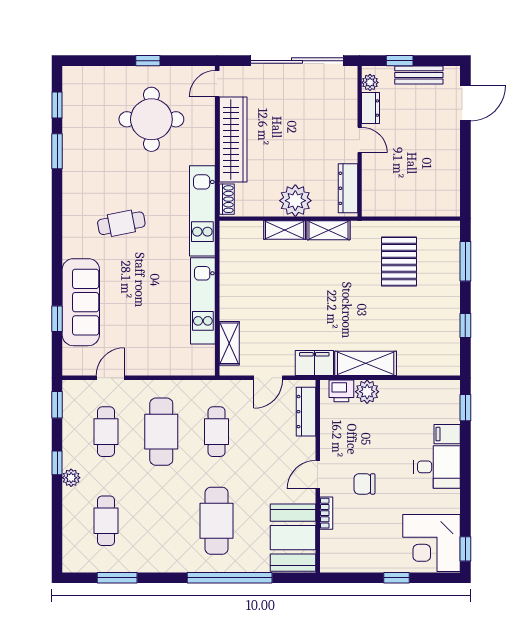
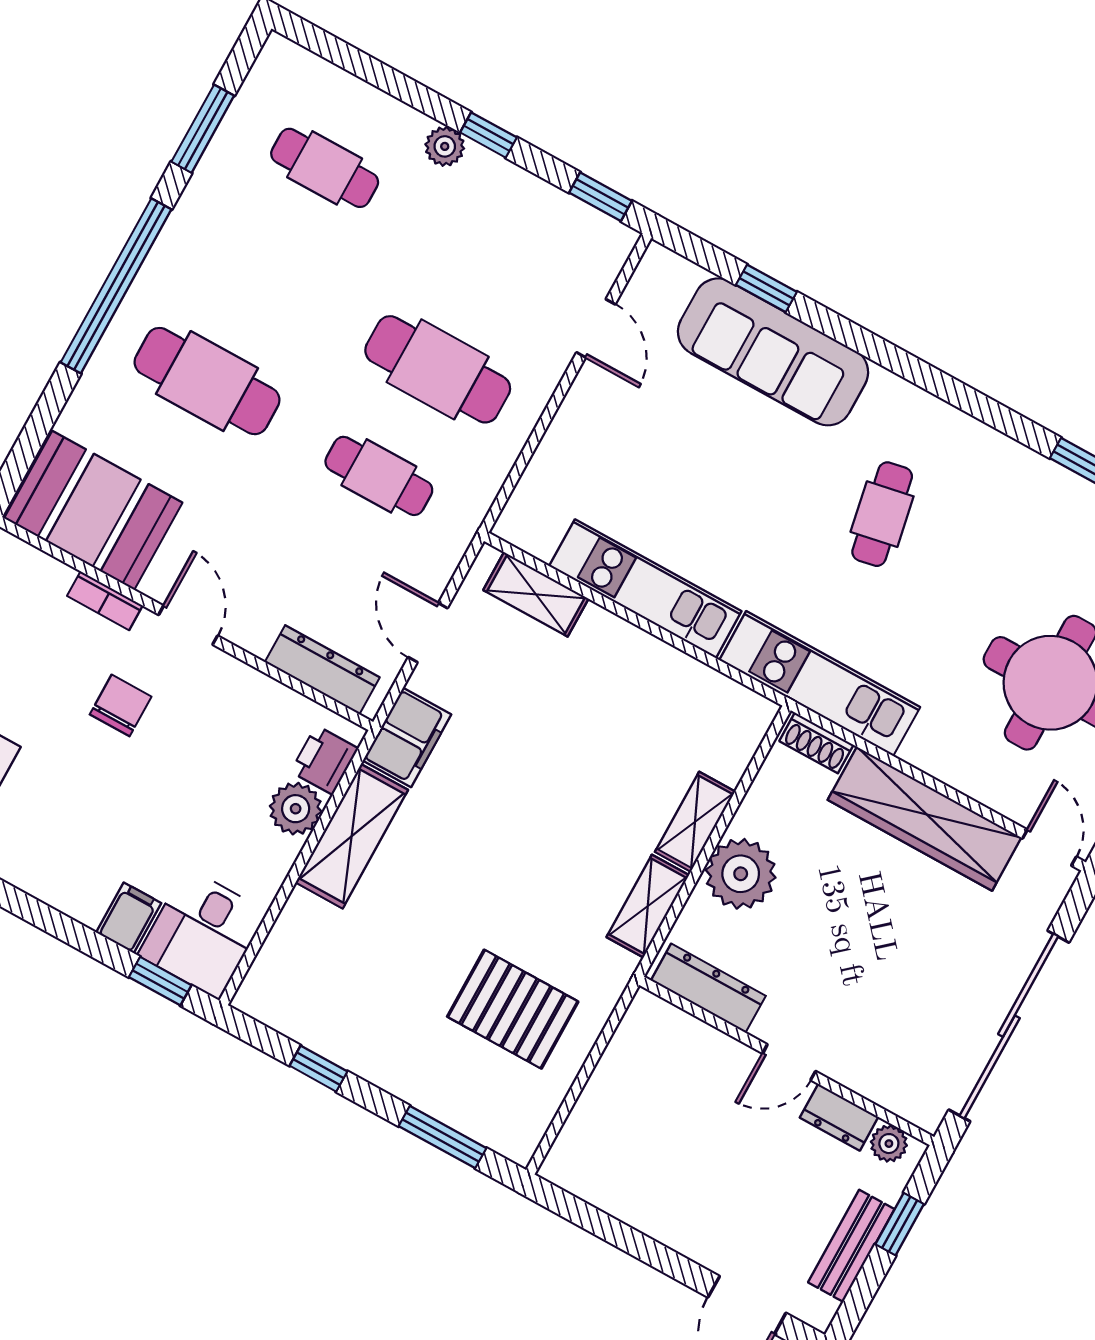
cafe table: (106, 432) -> (497, 263), removed
desk: (437, 467) -> (203, 933), moved
window: (230, 578) -> (116, 286), moved

